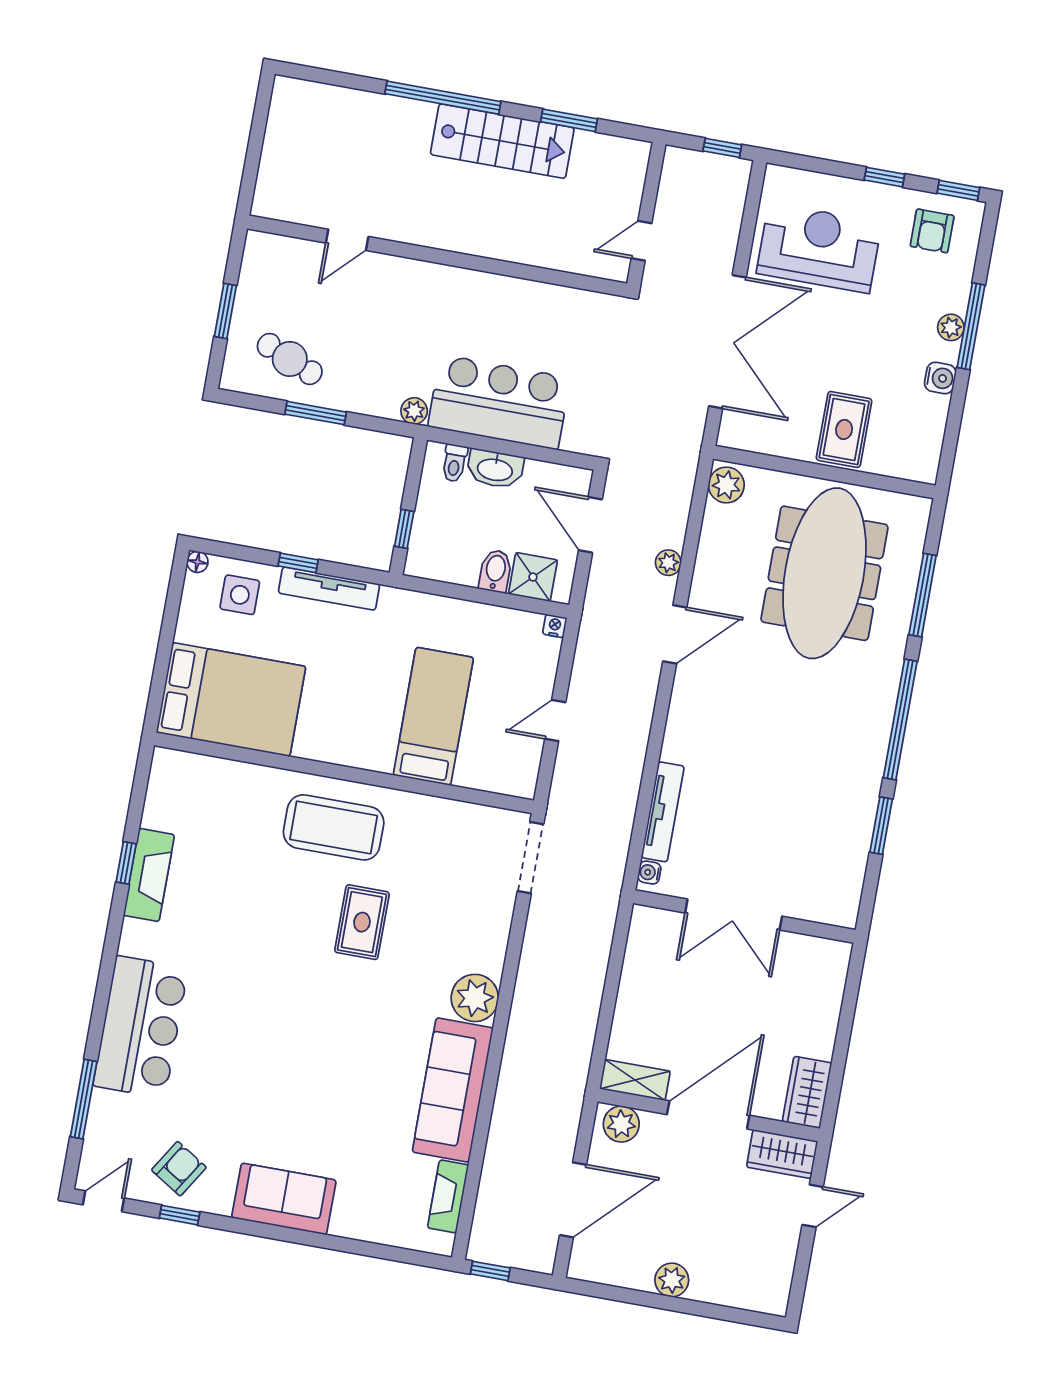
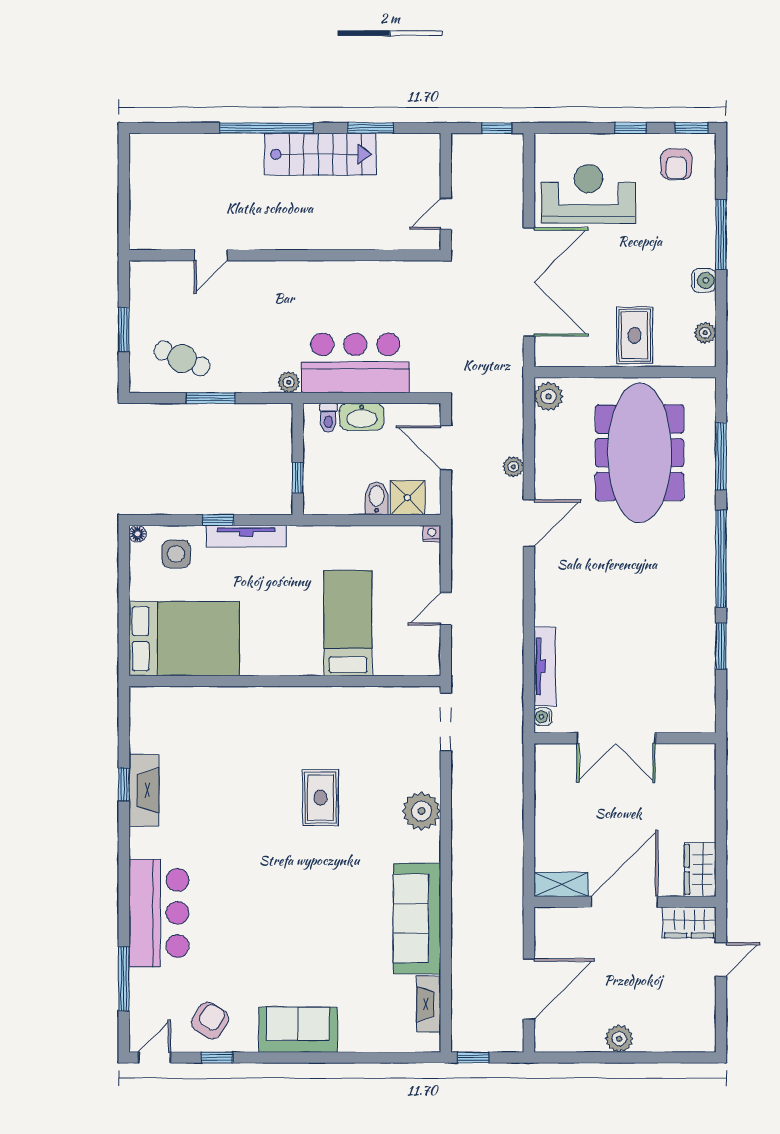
plant: (951, 327) -> (705, 333), moved
coffee table: (334, 827) -> (284, 726), removed
plant: (475, 998) -> (421, 811), moved
plant: (621, 1124) -> (556, 922), removed

